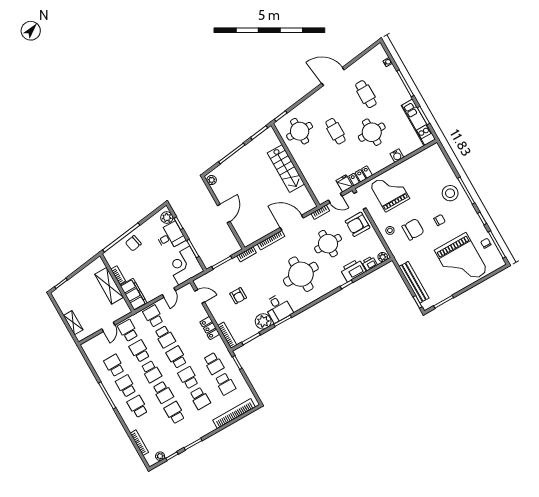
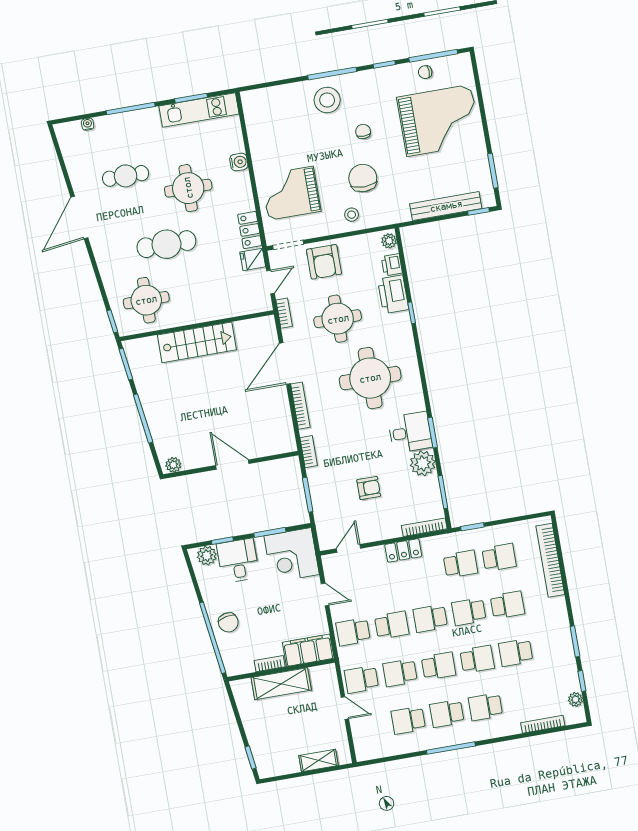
cafe table: (336, 131) -> (166, 244), width x1.37, depth x1.35

